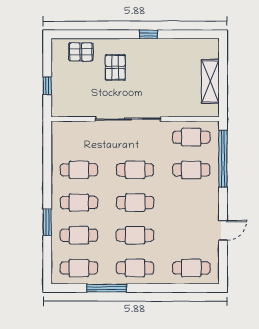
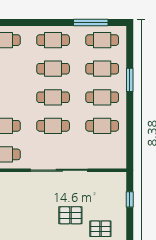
pallet: (115, 67) -> (70, 215), turned 90
window: (107, 288) -> (91, 23), moved

